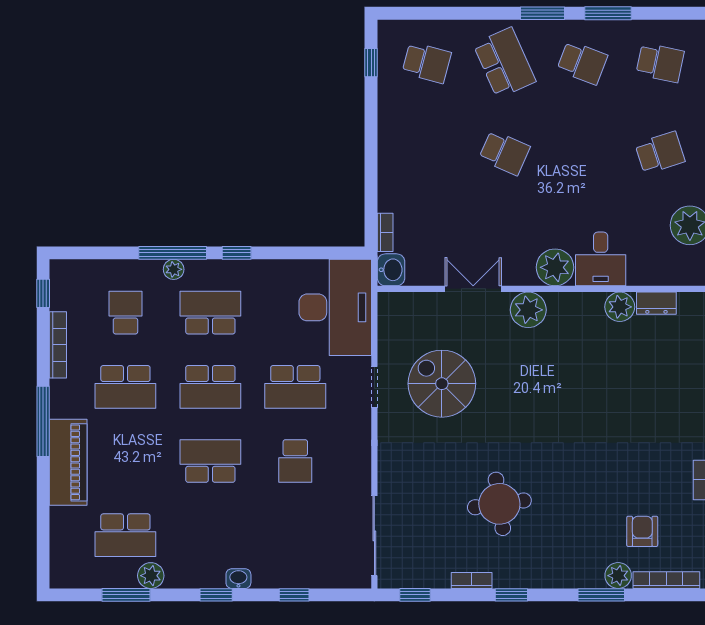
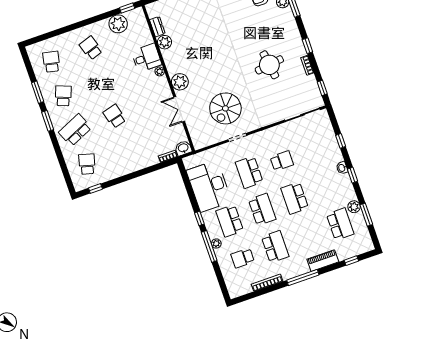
school desk: (504, 153) -> (115, 116), turned -39
plant: (555, 267) -> (160, 71), width x0.53, depth x0.53
window: (43, 293) -> (351, 261), moved
desk: (335, 307) -> (209, 186), moved, turned -90
school desk: (295, 387) -> (249, 172), turned 180
piano: (68, 462) -> (323, 261), width x0.73, depth x0.75

